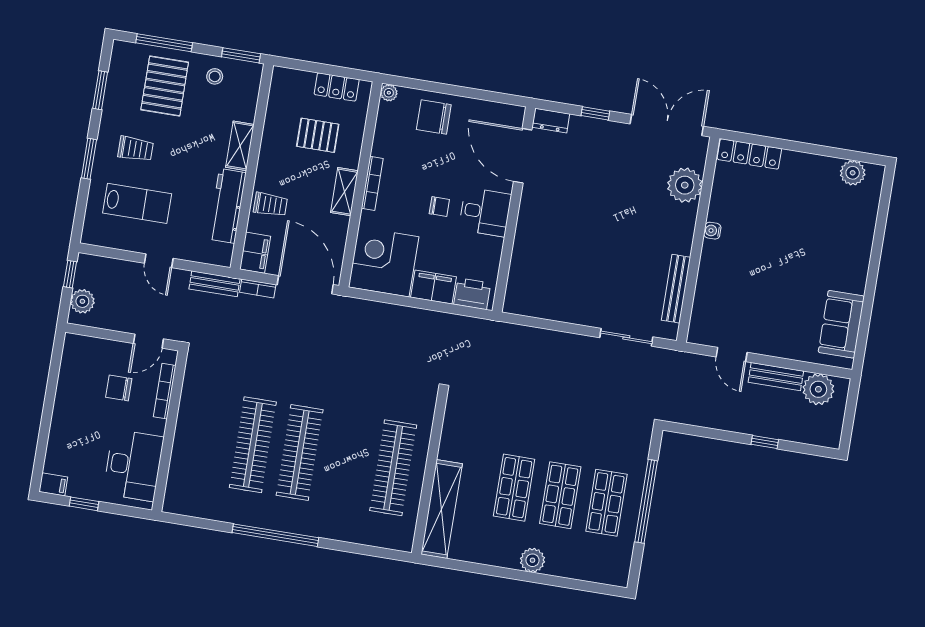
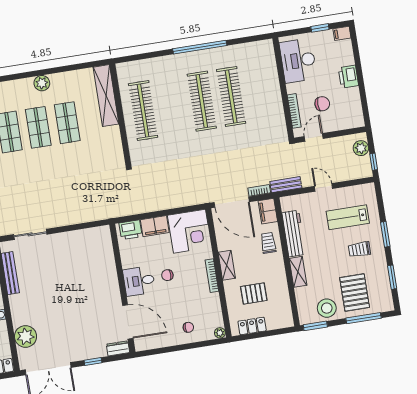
stool: (215, 76) -> (327, 308), width x1.89, depth x1.89
chair: (434, 117) -> (188, 327), width x0.54, depth x0.54
trolley: (270, 204) -> (268, 243), turned 90
printer: (65, 416) -> (348, 77), added

